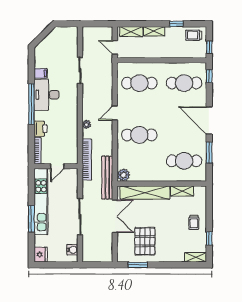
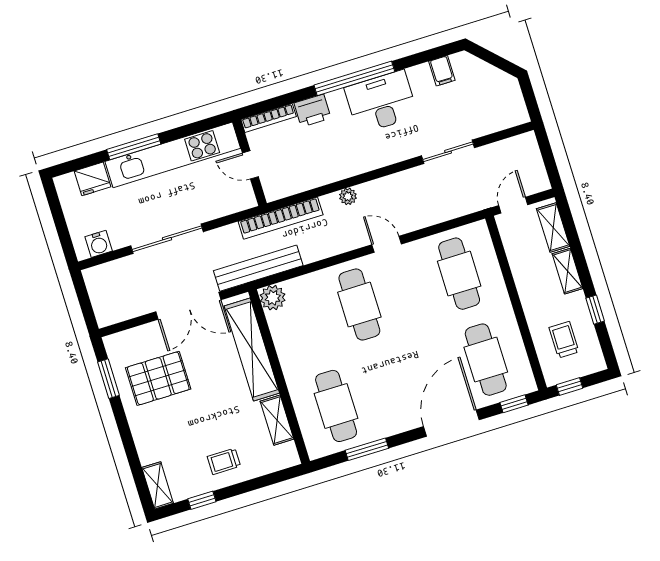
trolley: (194, 35) -> (564, 340), moved
filing cabinet: (41, 73) -> (442, 71), moved
door: (209, 120) -> (451, 423), moved
fridge: (41, 255) -> (93, 179), moved

